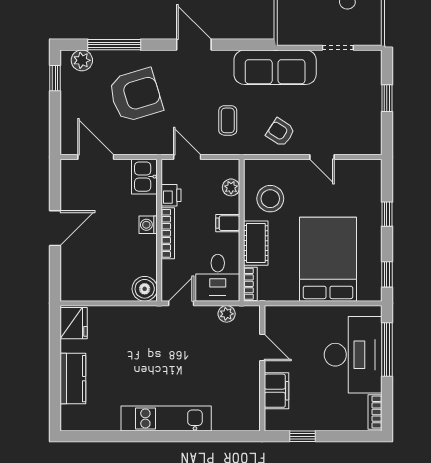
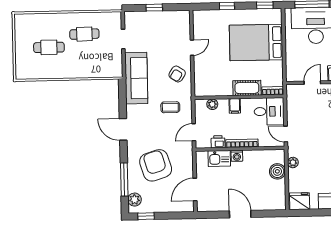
door: (194, 45) -> (123, 129), hinge flipped
kitchen sink: (144, 177) -> (219, 158), moved
stool: (270, 199) -> (219, 80), removed
boiler: (145, 289) -> (277, 171), moved
plant: (227, 314) -> (293, 162), moved

